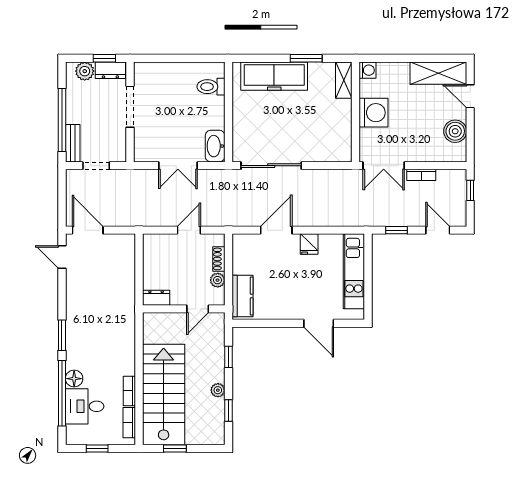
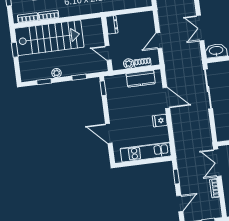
door: (189, 230) -> (159, 41), swing flipped
kitchen counter: (242, 296) -> (141, 79), moved
window: (250, 323) -> (103, 88), added
door: (319, 323) -> (109, 133), hinge flipped

